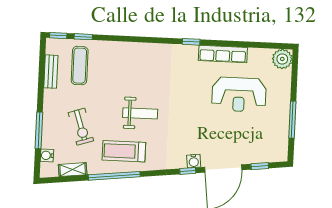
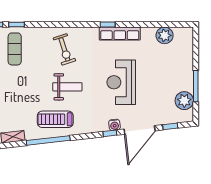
row of seats: (223, 54) -> (120, 34), moved
plant: (282, 59) -> (165, 35), moved
reception desk: (239, 94) -> (121, 82), moved, turned 90
exercise bike: (81, 127) -> (64, 49), moved
plant: (278, 136) -> (184, 101), added

